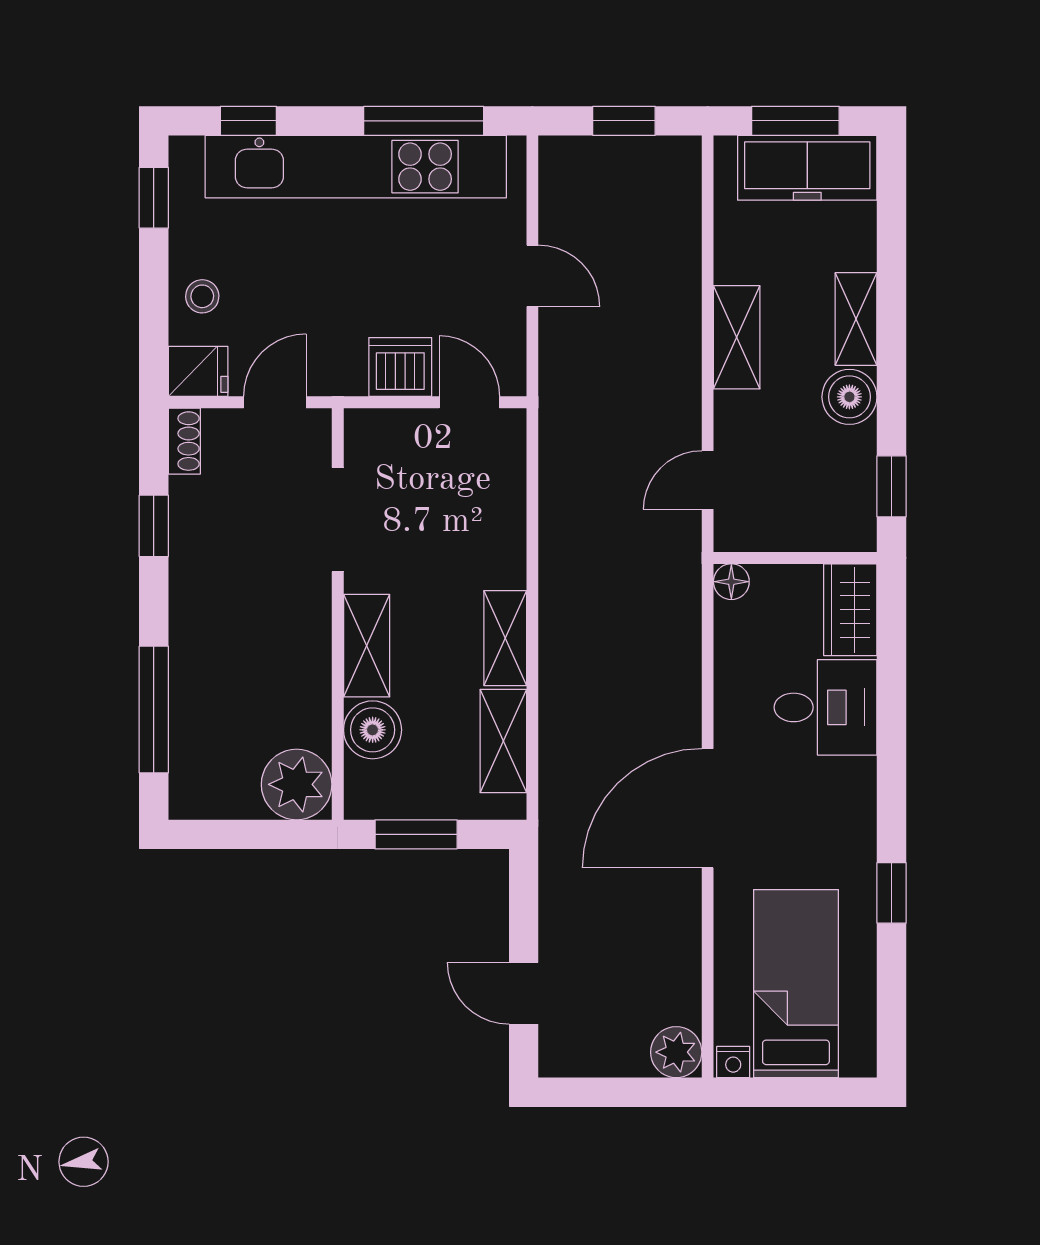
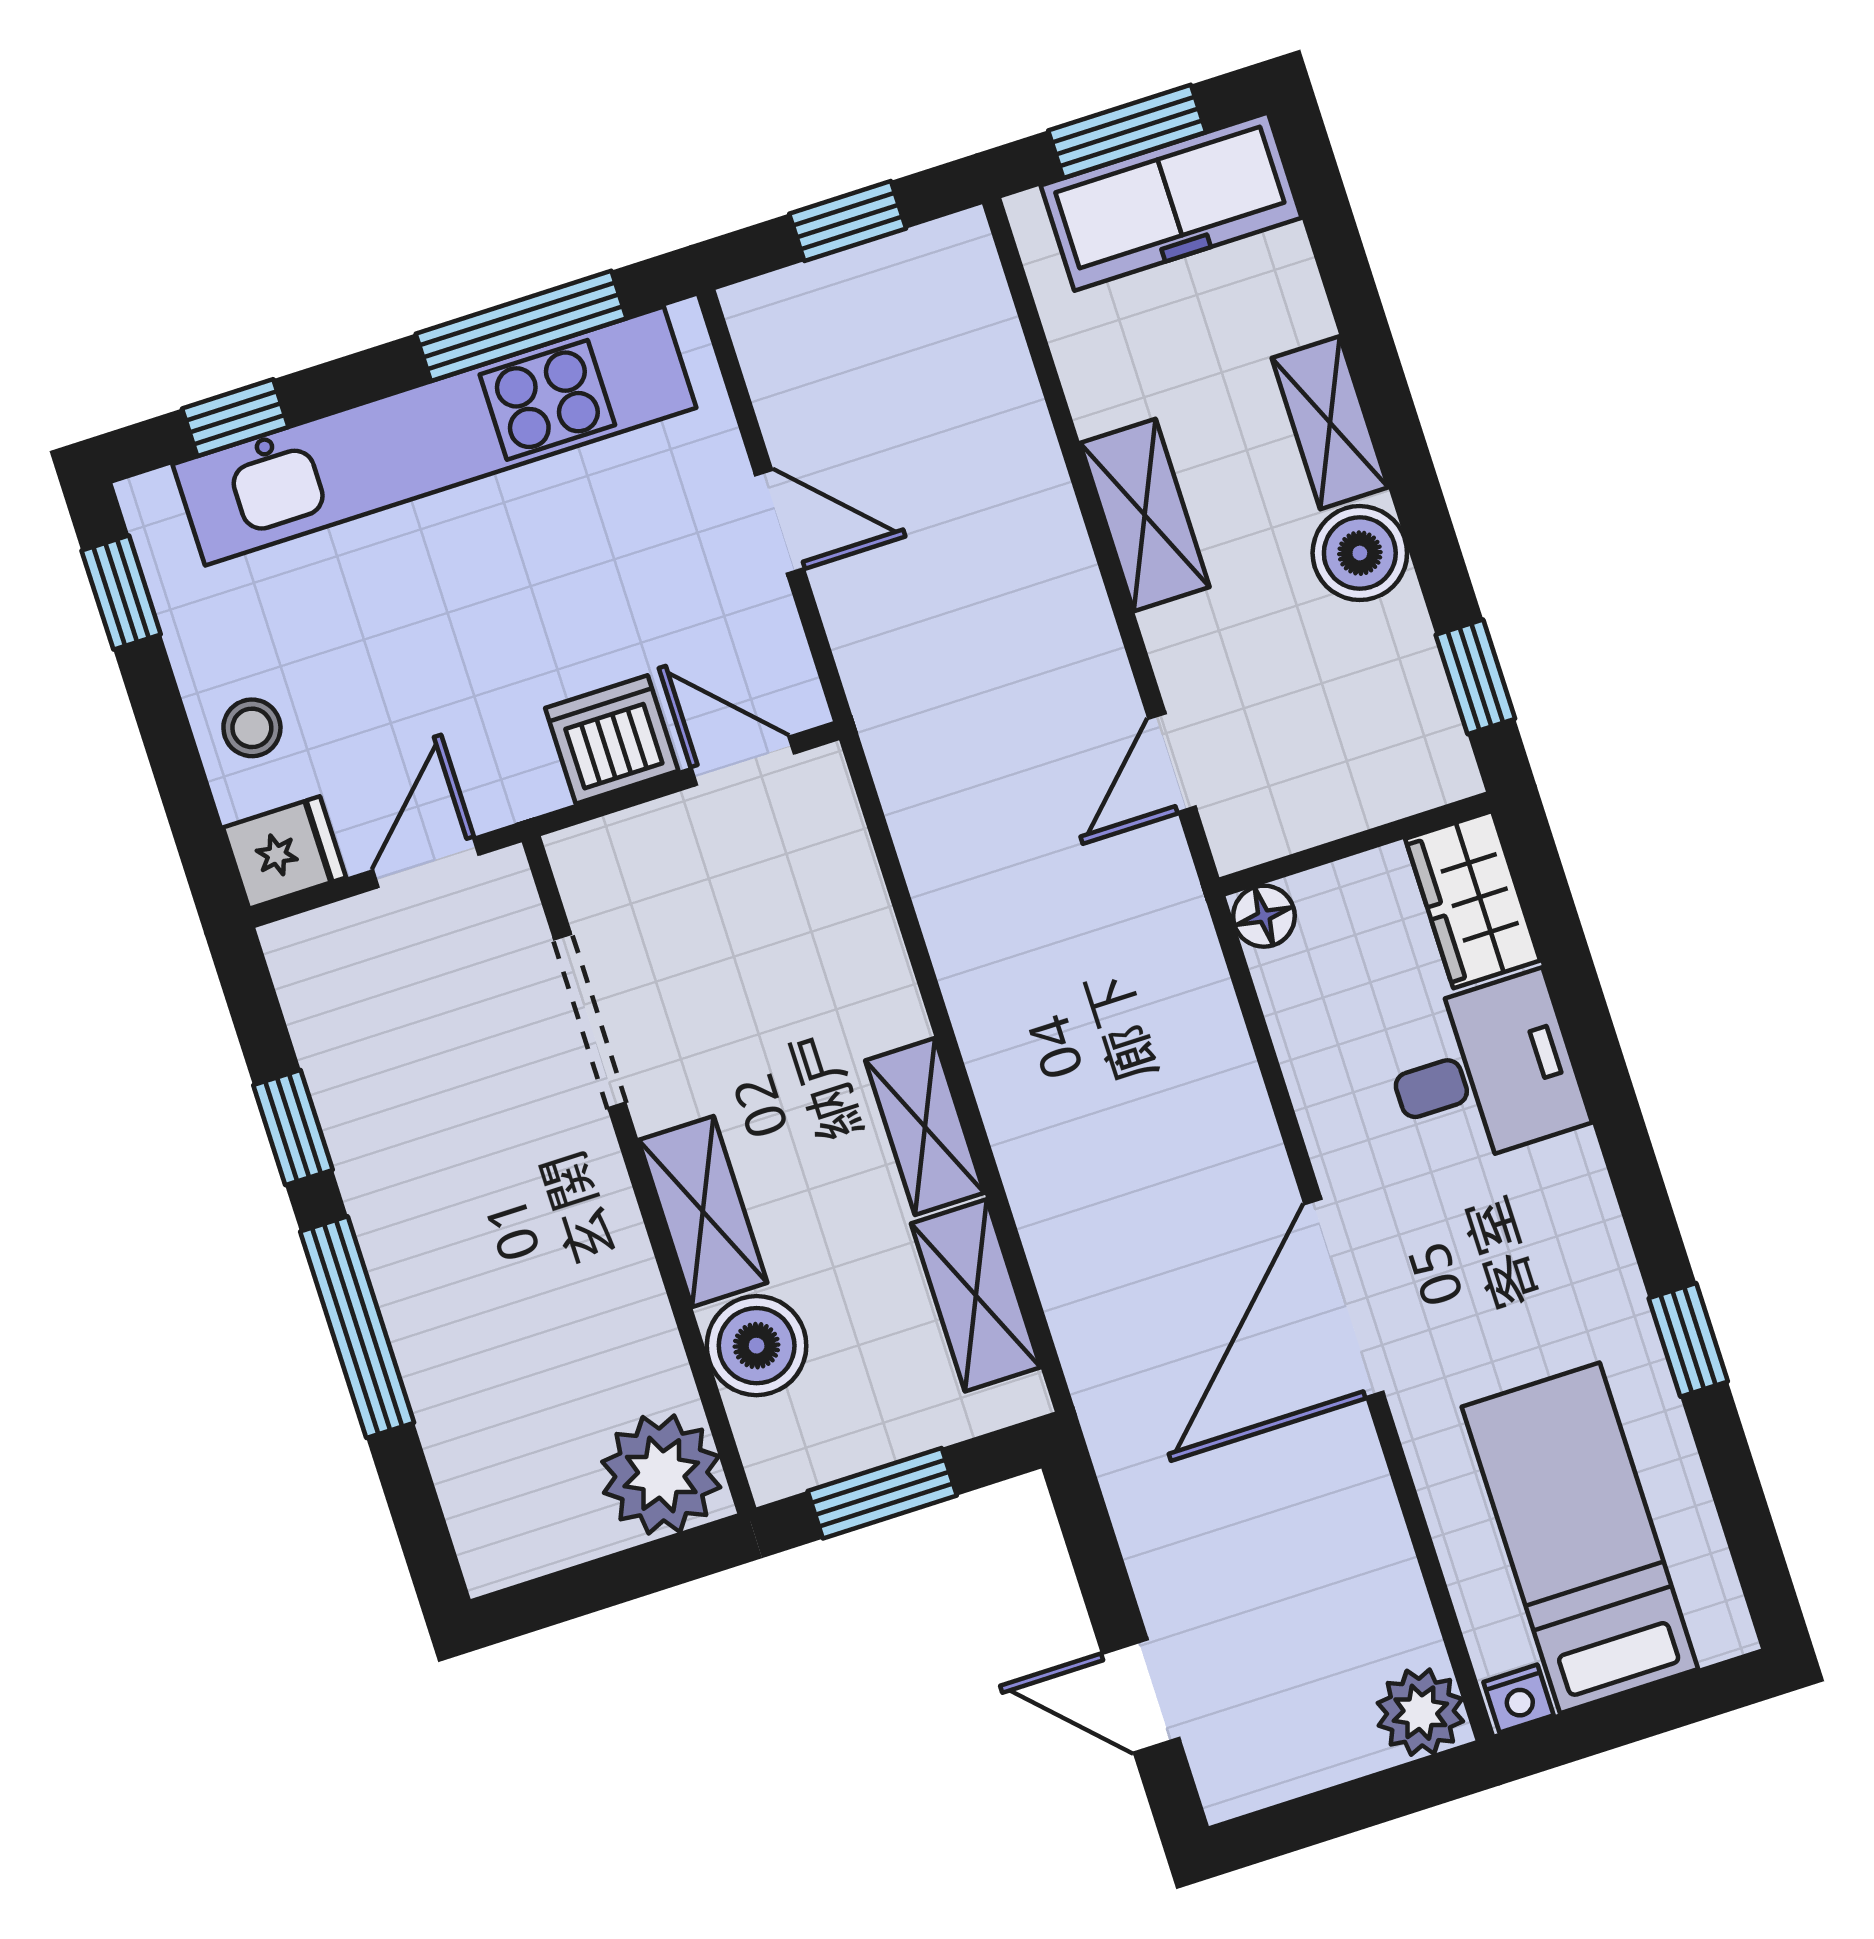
shoe rack: (184, 441) -> (299, 973), removed
window: (154, 710) -> (357, 1327), moved

